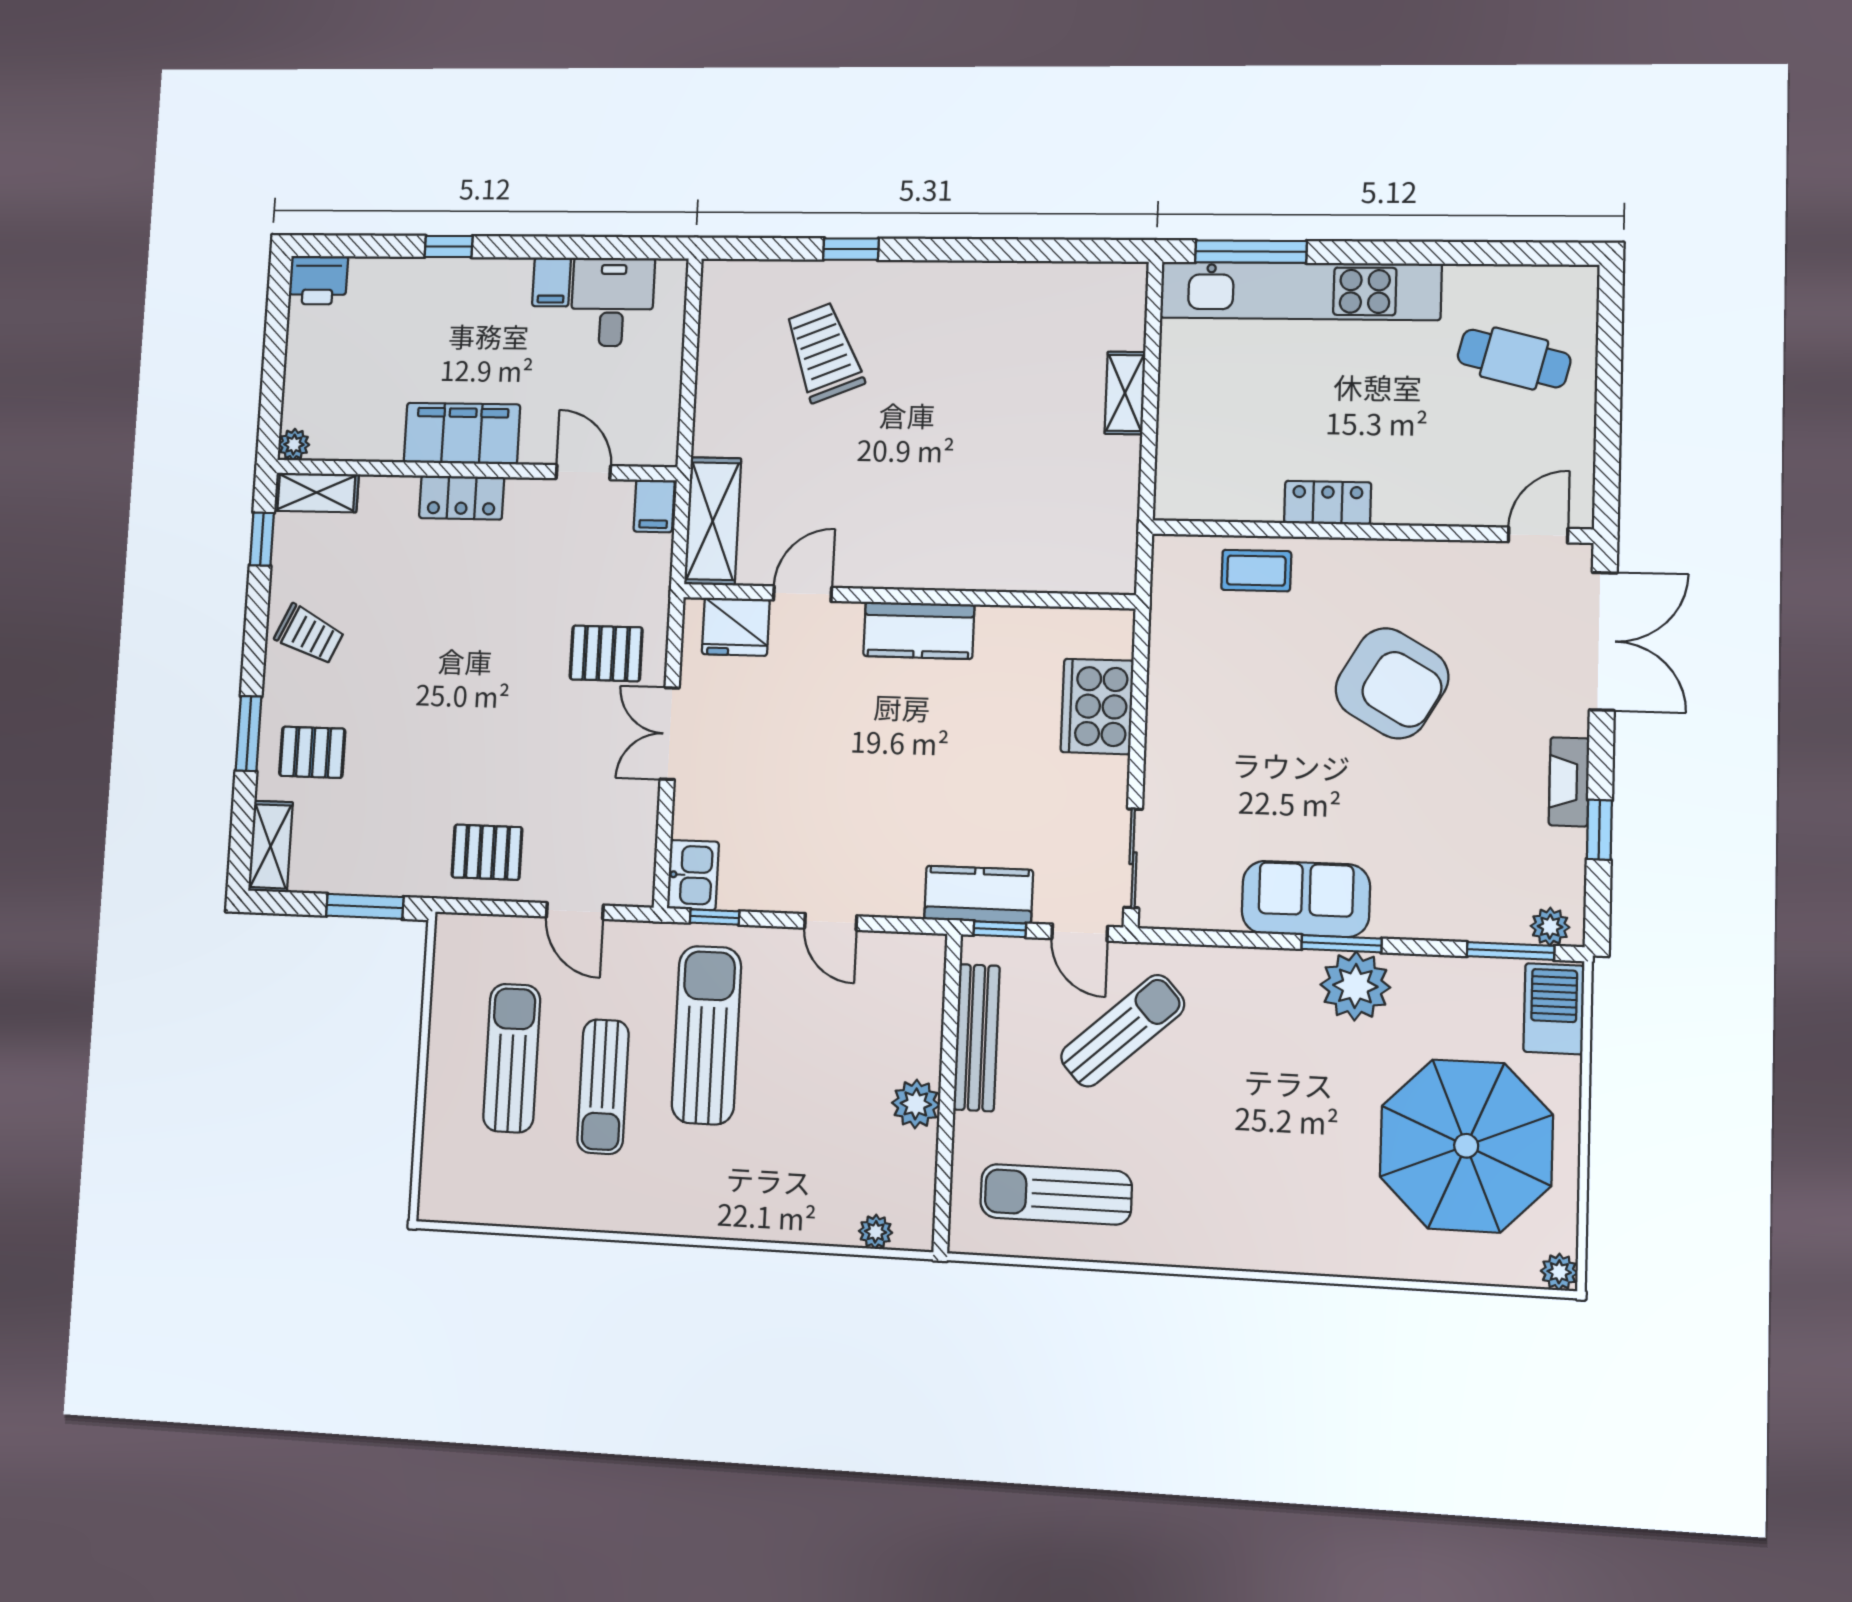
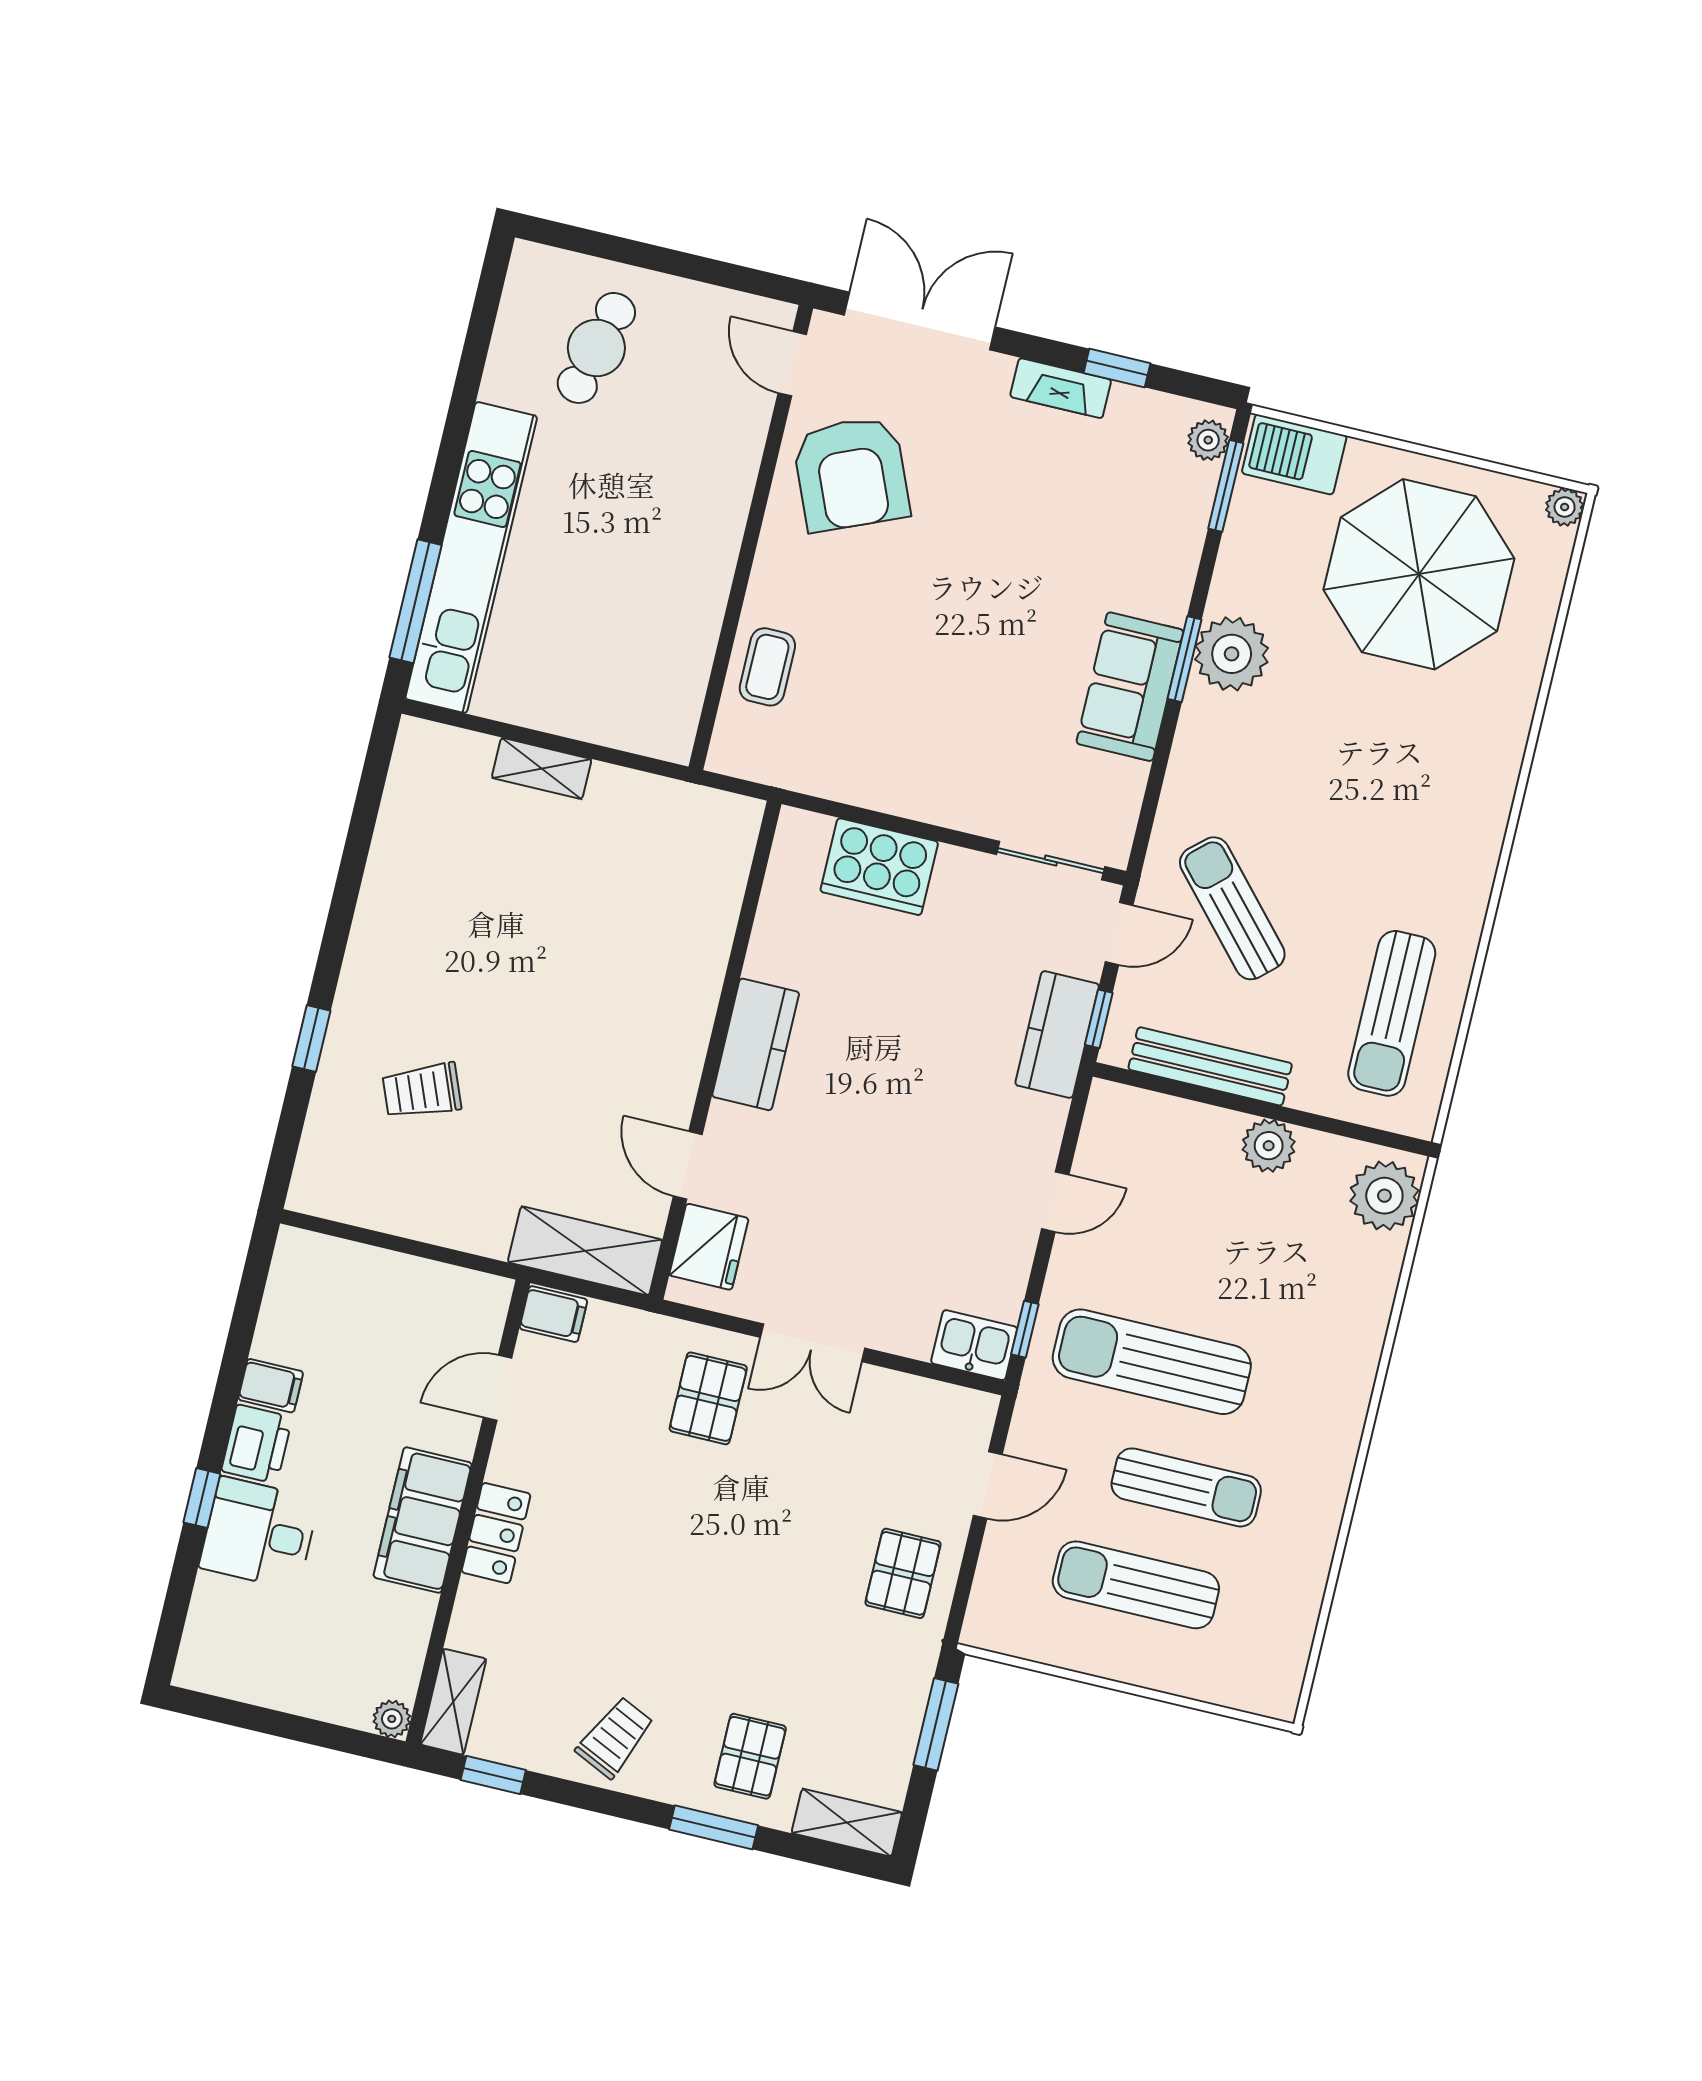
printer: (318, 280) -> (257, 1444), moved
desk: (612, 302) -> (259, 1533), moved
trolley: (824, 352) -> (422, 1091), width x0.73, depth x0.72
locker: (1328, 503) -> (710, 576), removed
armchair: (1392, 683) -> (851, 474), moved, turned 127
plant: (876, 1232) -> (1384, 1196), width x1.88, depth x1.88

